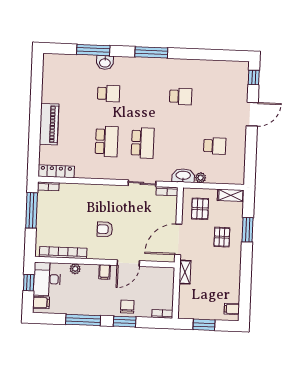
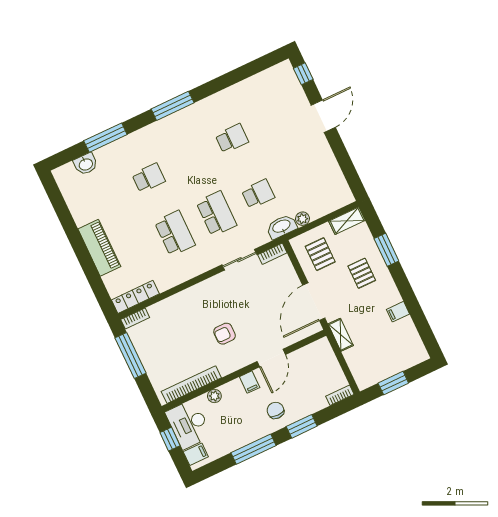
washbasin: (105, 63) -> (86, 164), moved
school desk: (215, 146) -> (258, 194), moved
chair: (127, 307) -> (276, 410), moved
filing cabinet: (232, 309) -> (398, 312), moved

